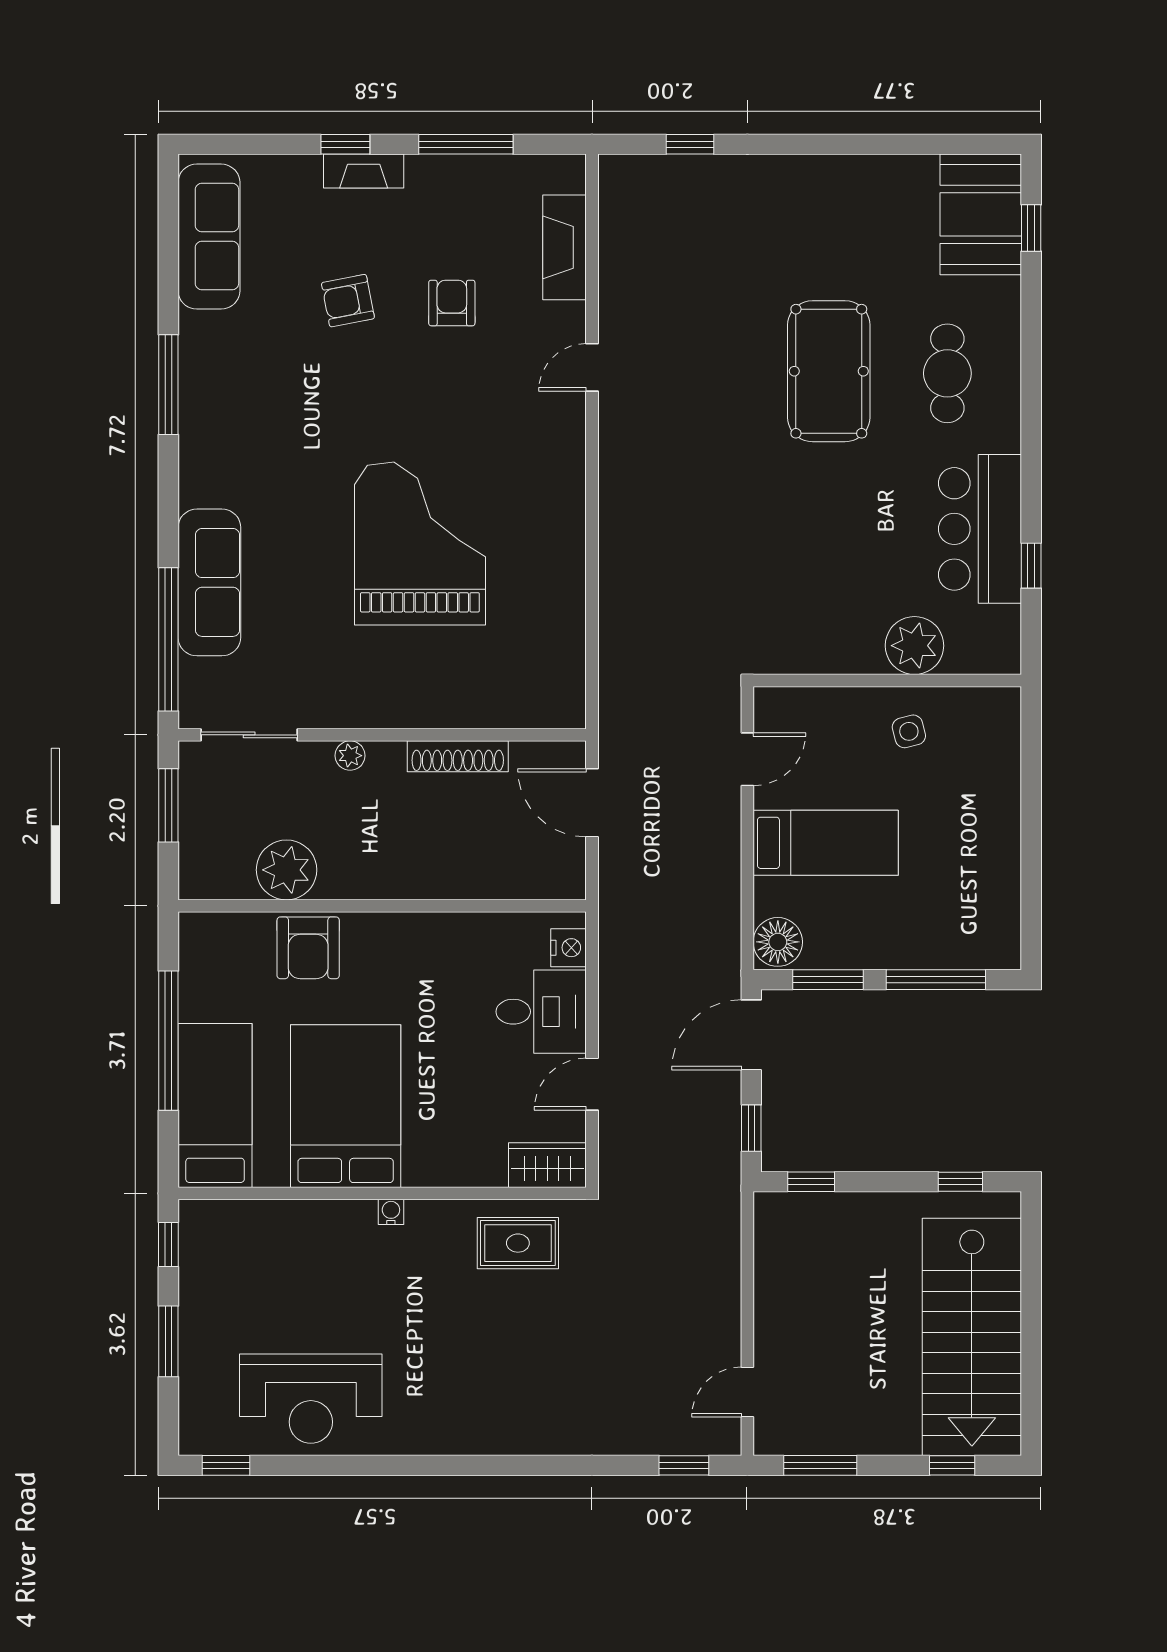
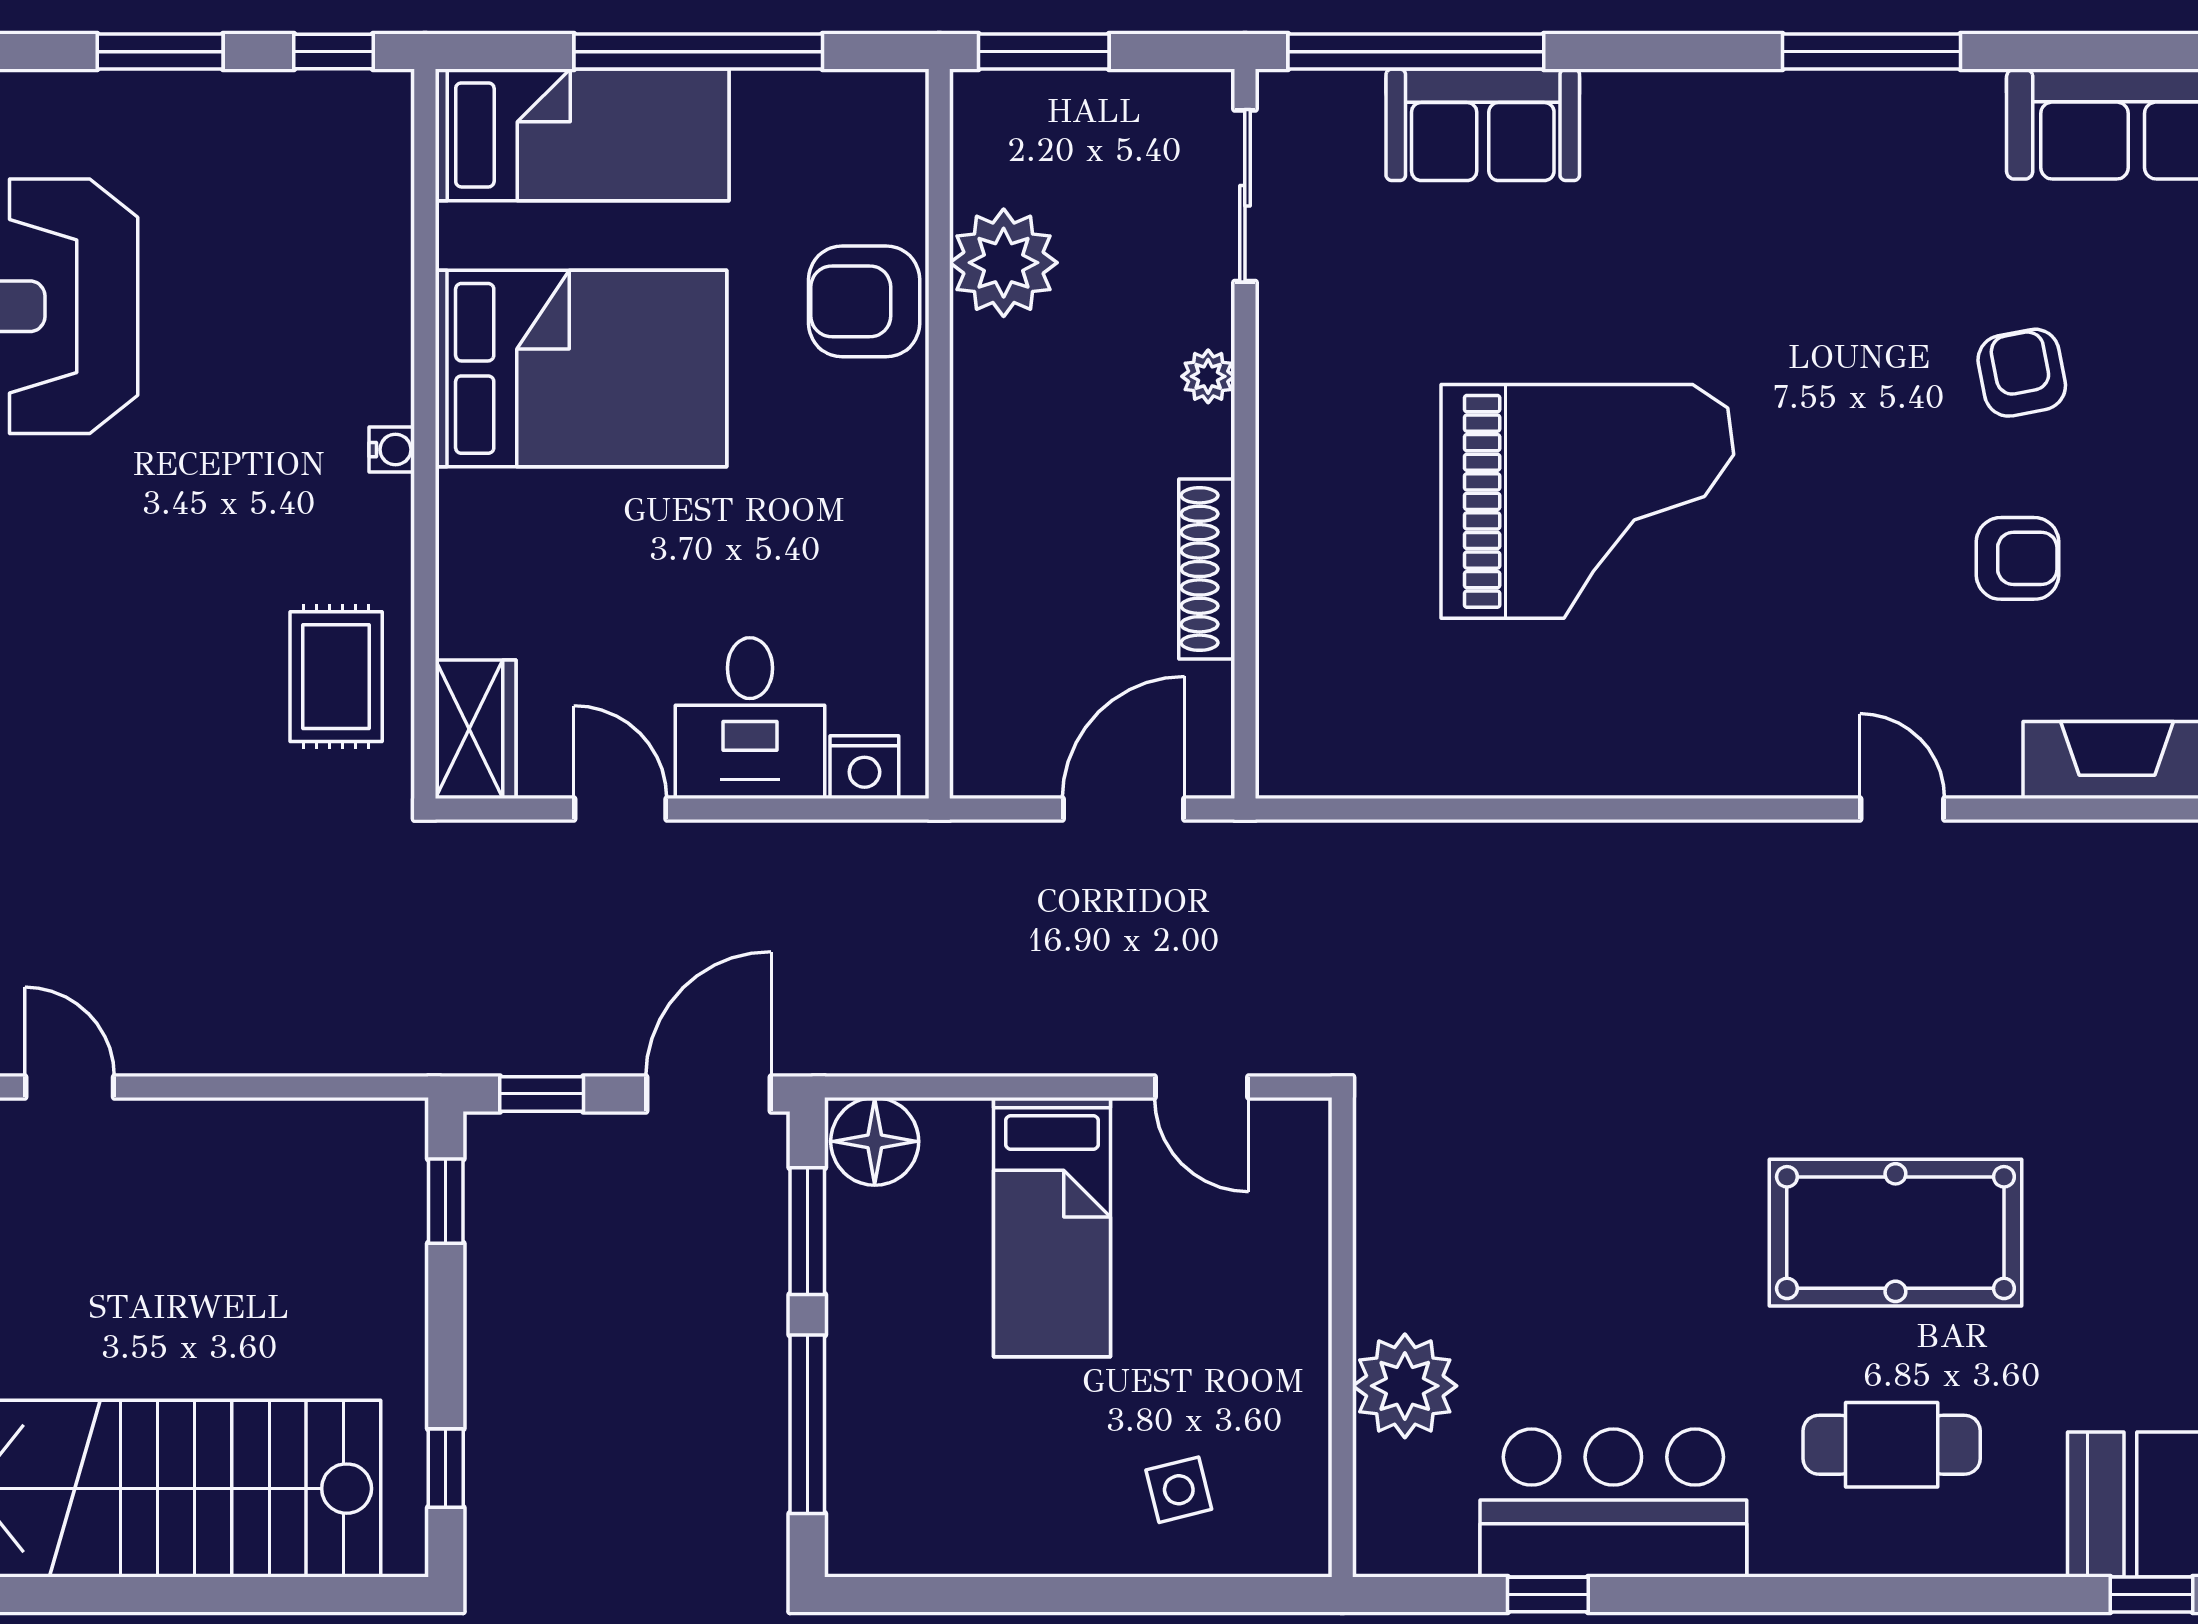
sofa: (209, 582) -> (1483, 125), width x0.73
side table: (909, 731) -> (1179, 1490), moved
window: (168, 805) -> (1044, 52), moved
door: (751, 1035) -> (709, 1094), hinge flipped

